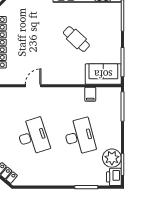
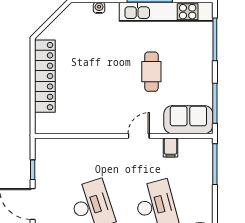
cafe table: (76, 39) -> (151, 72), turned 47
door: (33, 86) -> (139, 136), moved

